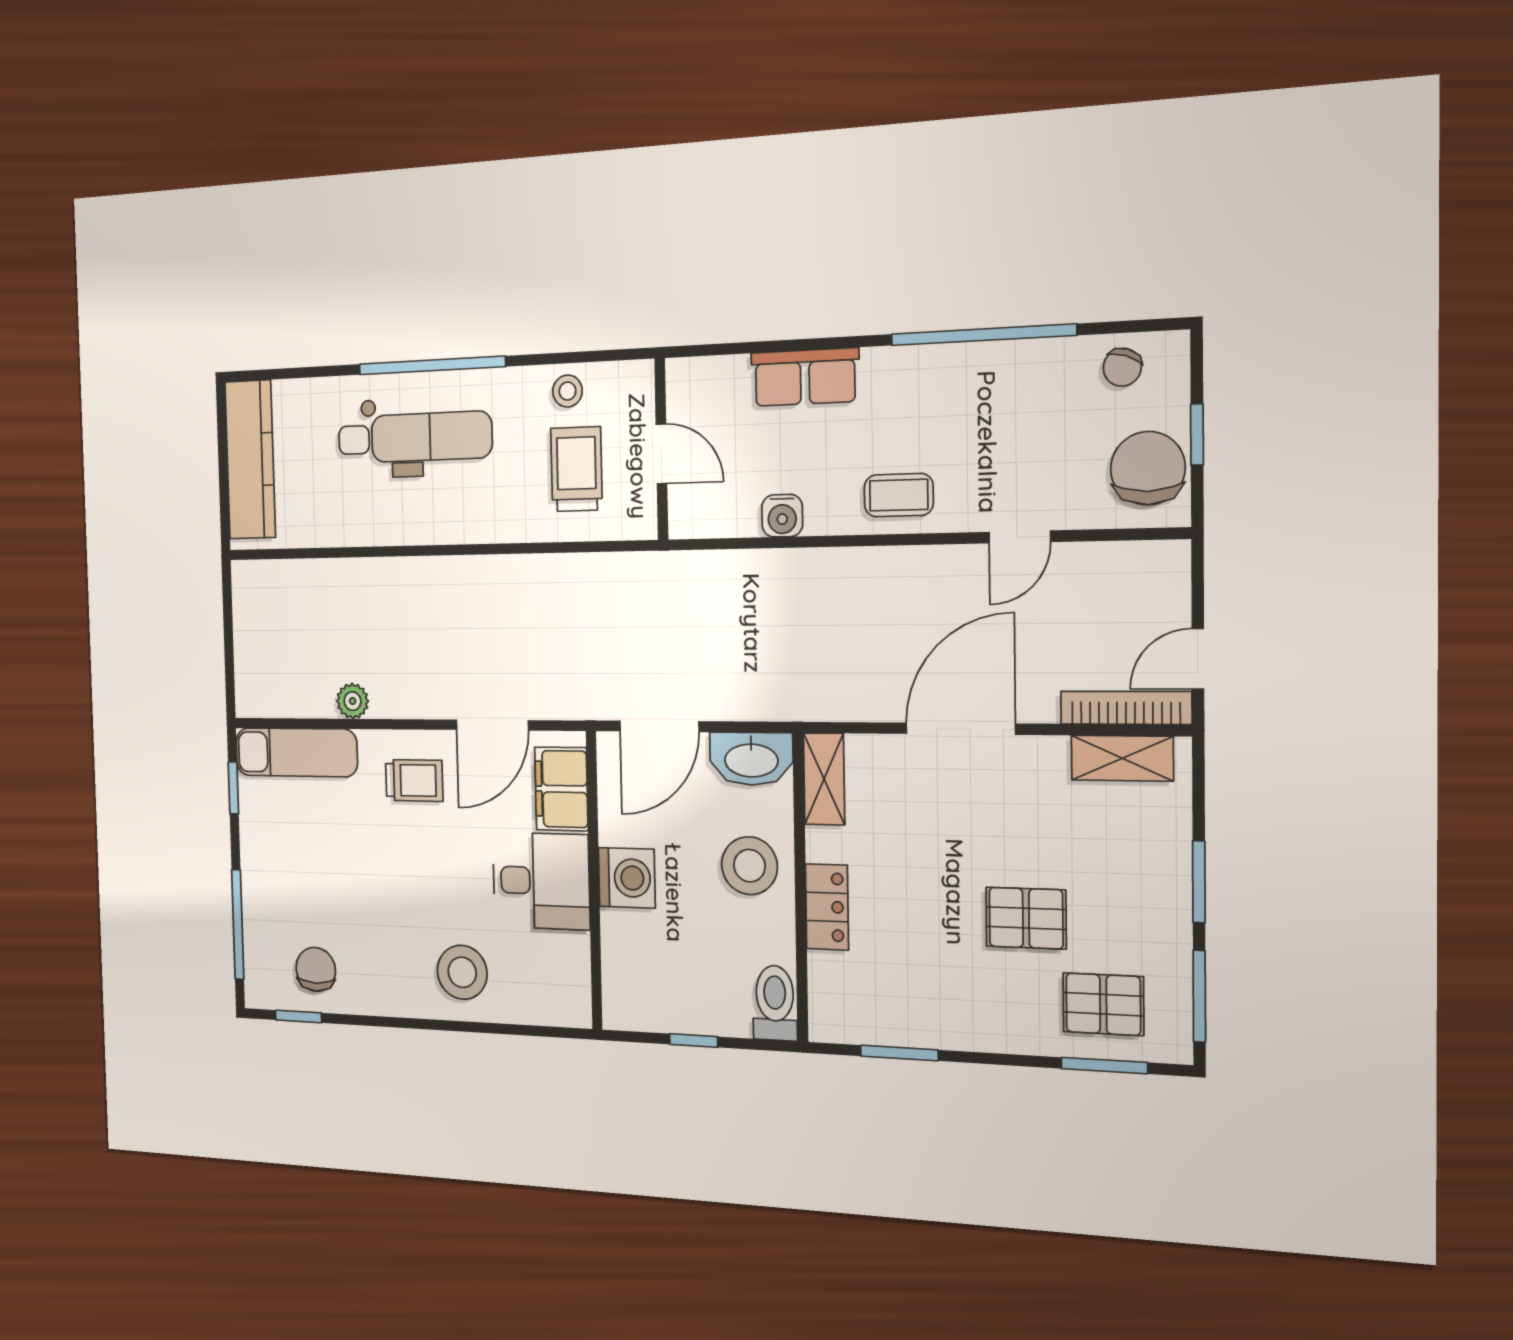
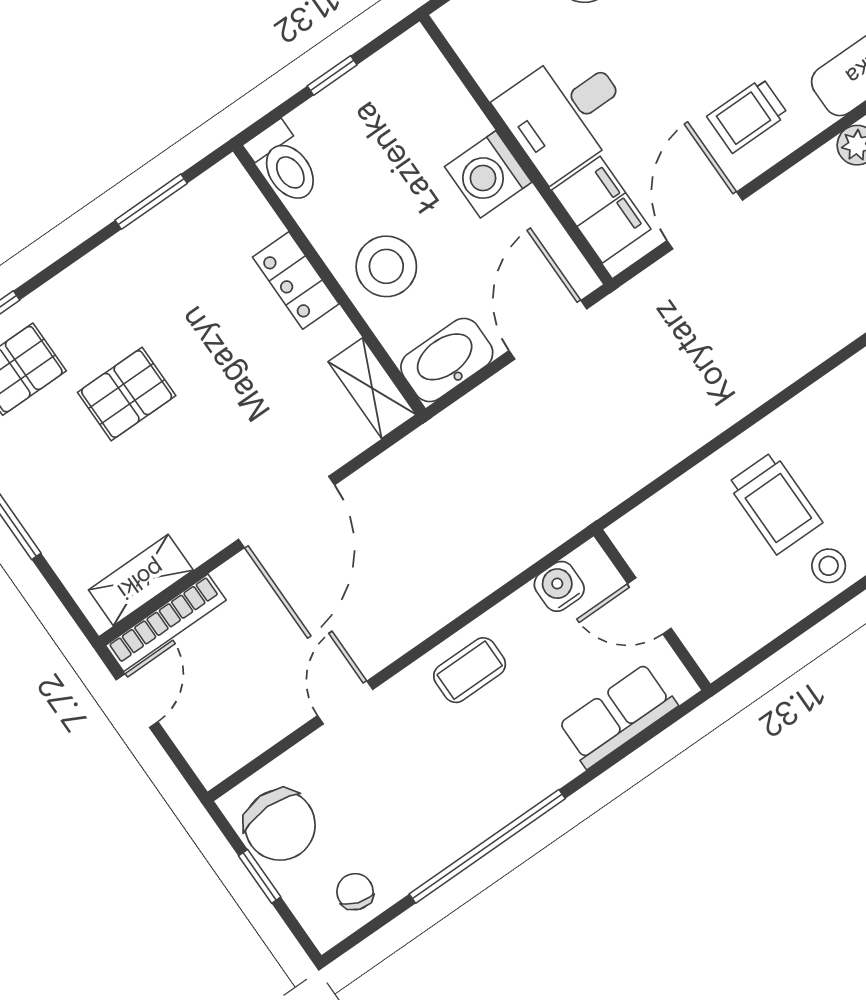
wall: (661, 449) -> (652, 610), moved
door: (661, 454) -> (649, 606), moved

